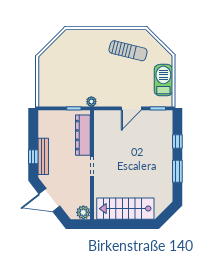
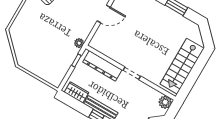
door: (131, 108) -> (104, 14), hinge flipped
wardrobe: (45, 126) -> (77, 92), added

